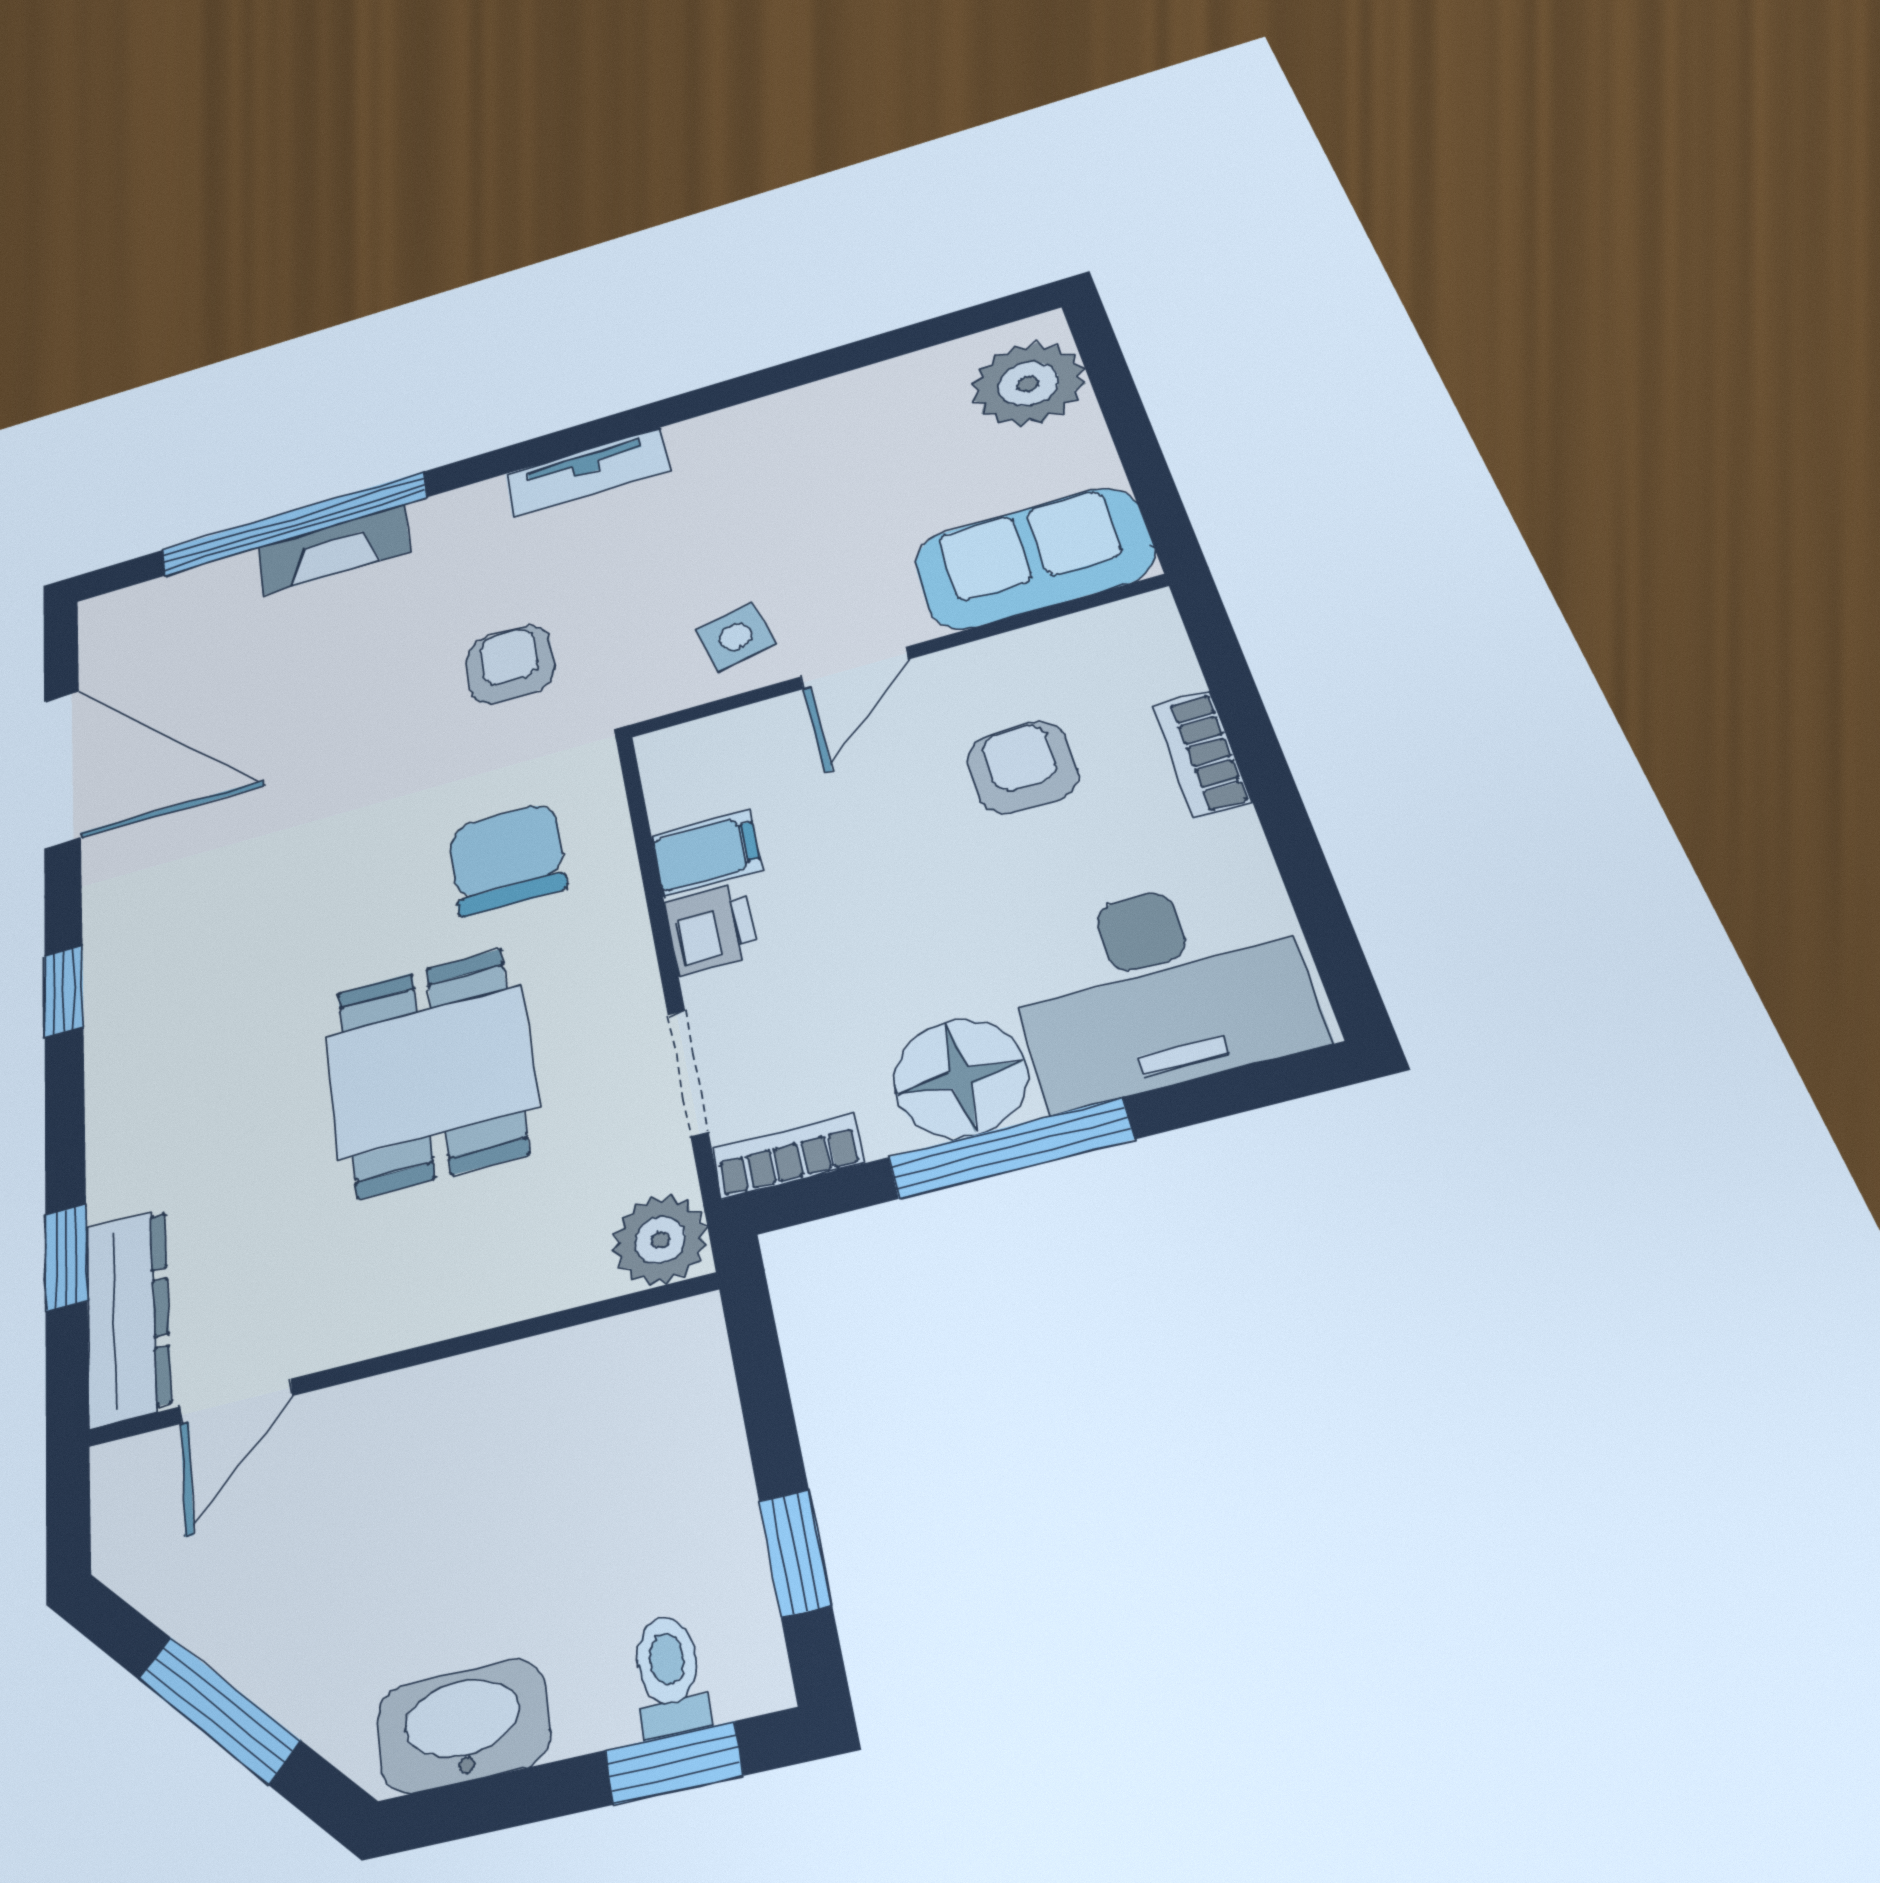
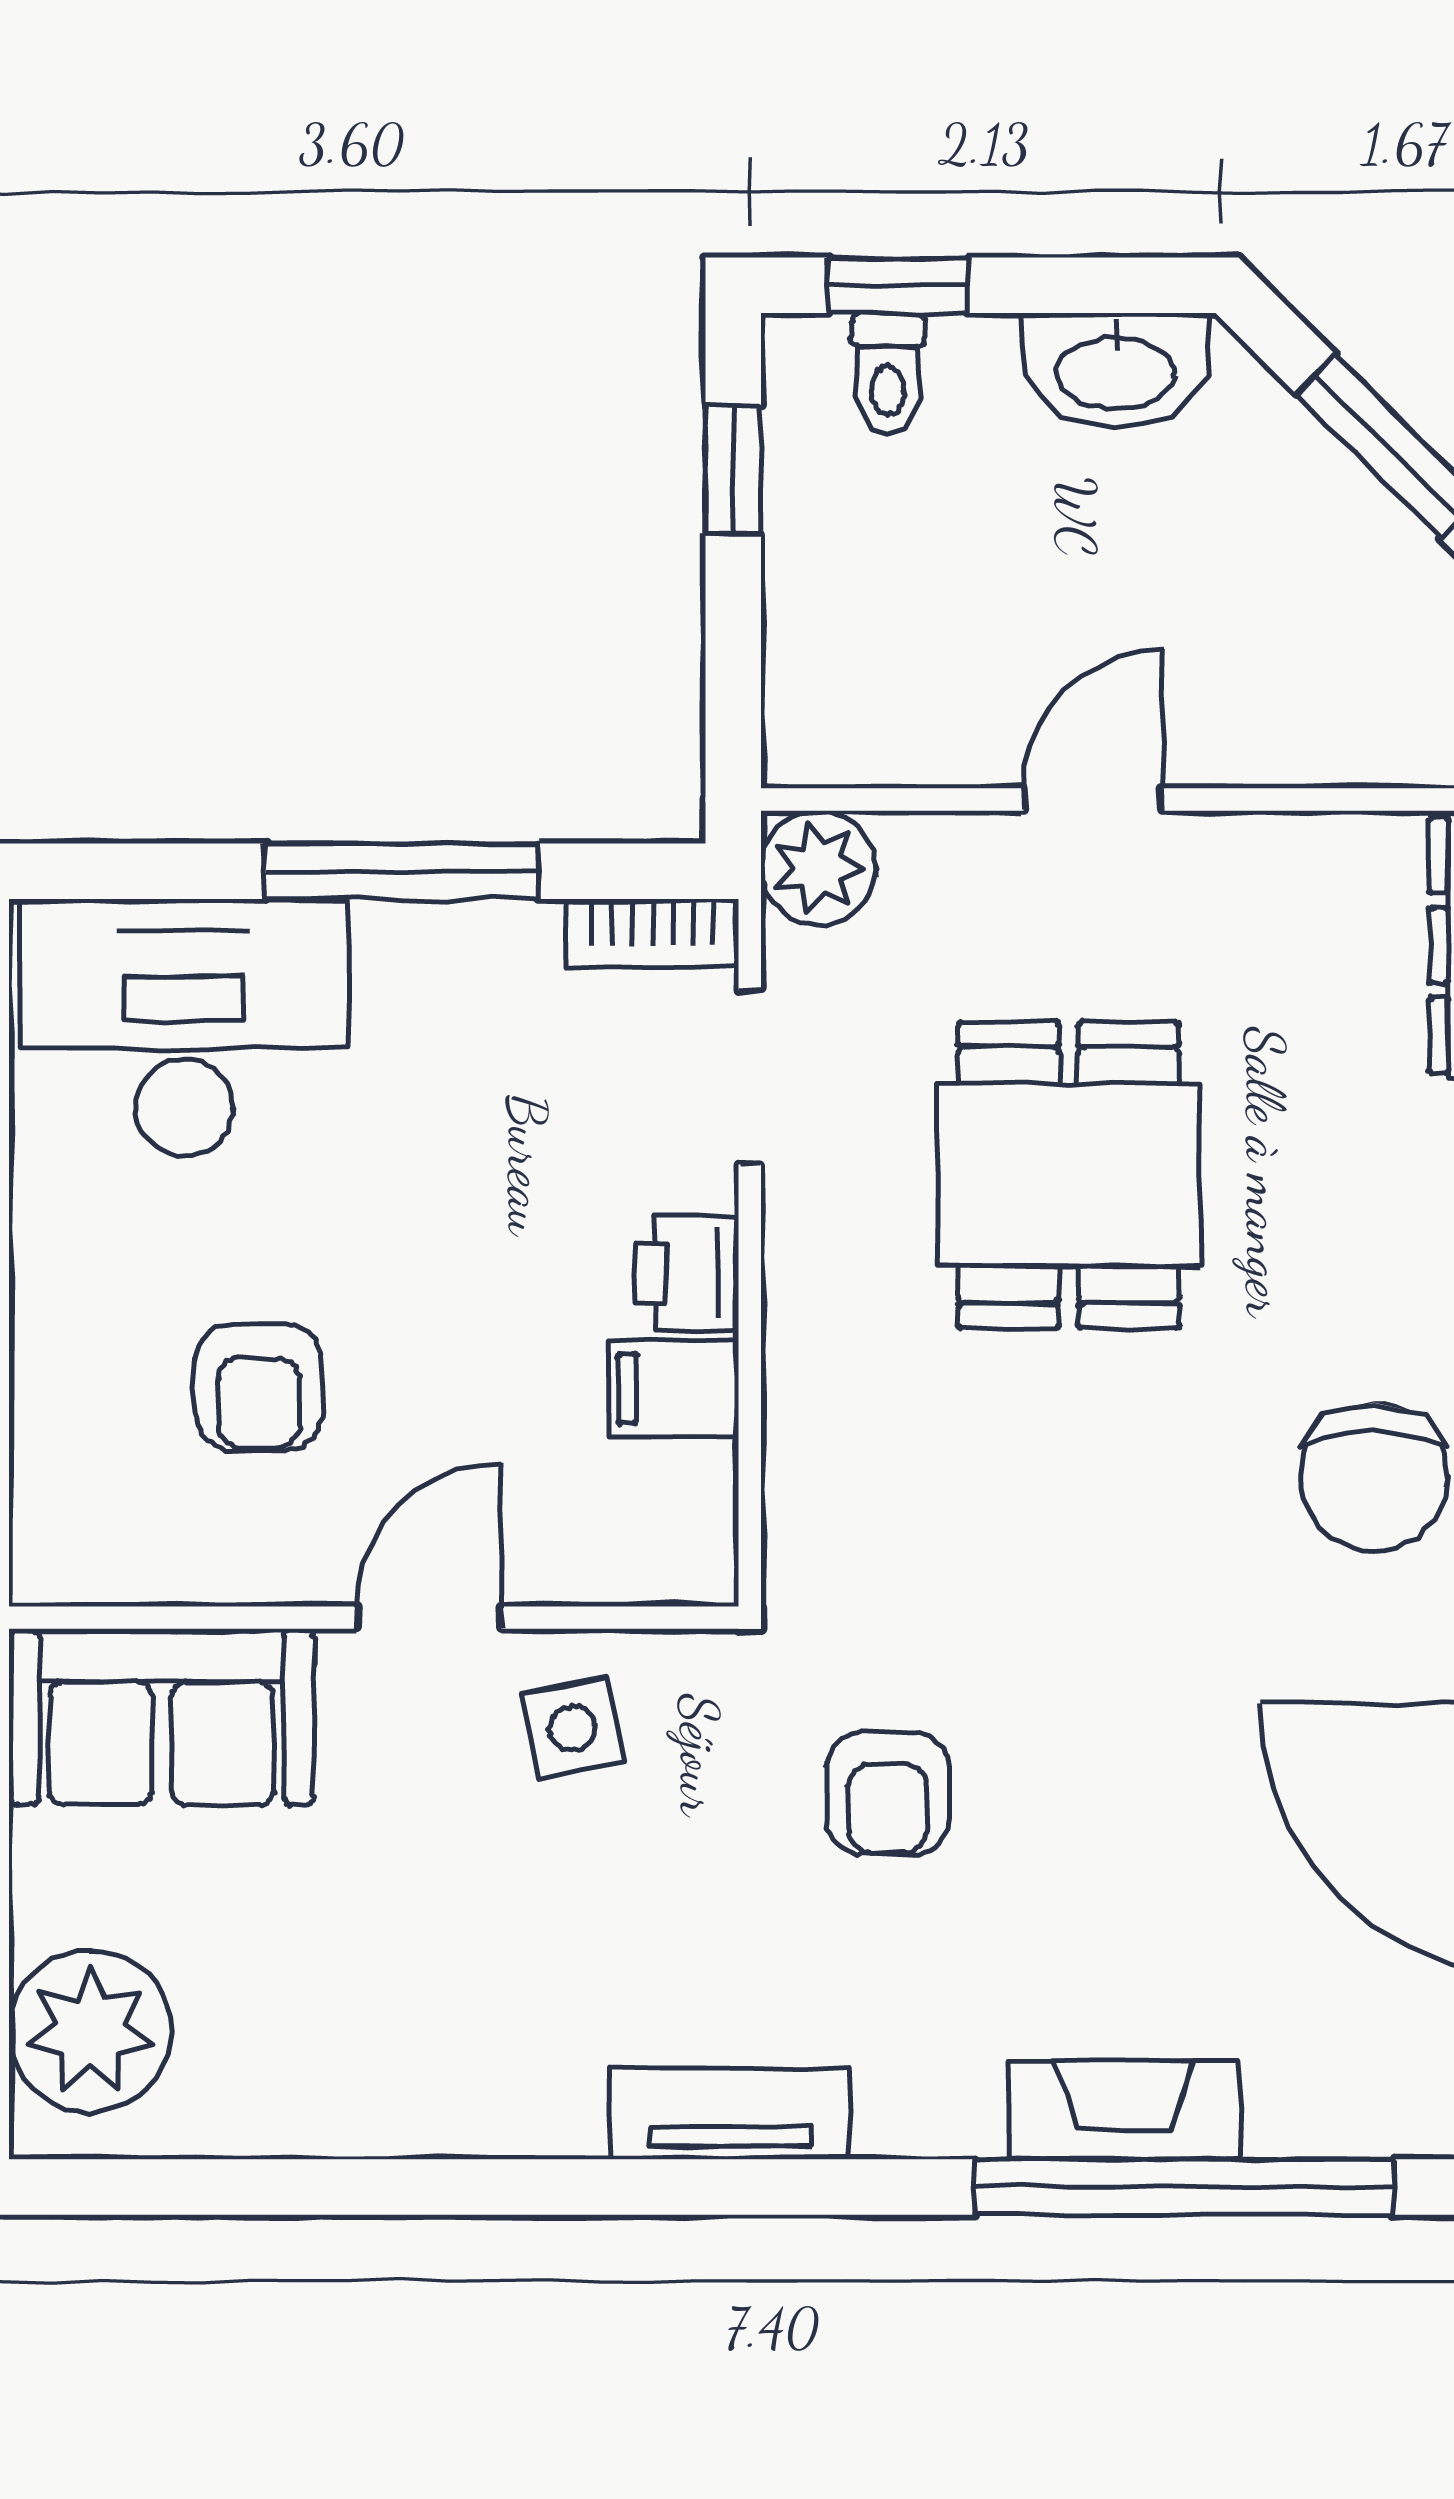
bookcase: (1202, 754) -> (45, 1334), removed
chair: (507, 859) -> (1374, 1477), moved
floor lamp: (961, 1078) -> (435, 977), removed
door: (236, 1401) -> (1093, 799), moved

